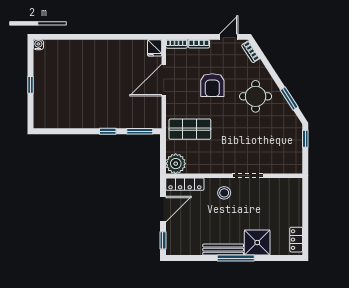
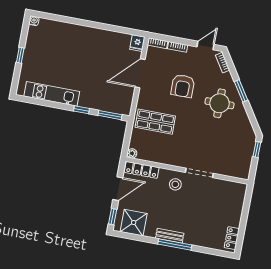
window: (289, 99) -> (241, 91), moved
kitchen unit: (72, 120) -> (52, 94), added
plant: (176, 164) -> (132, 153), width x0.53, depth x0.53
shower: (257, 243) -> (134, 223), moved
bench: (223, 250) -> (170, 236), width x0.73

